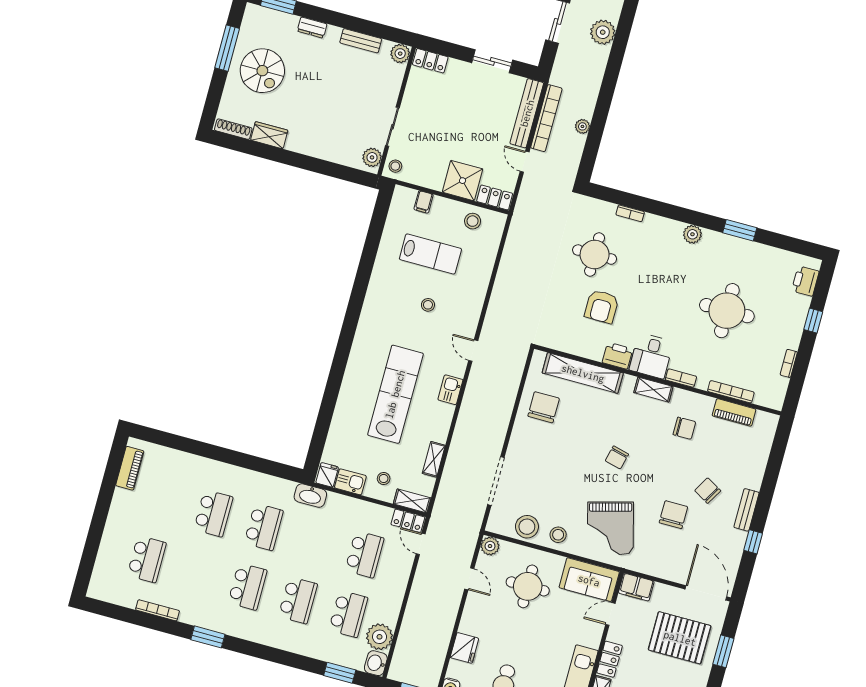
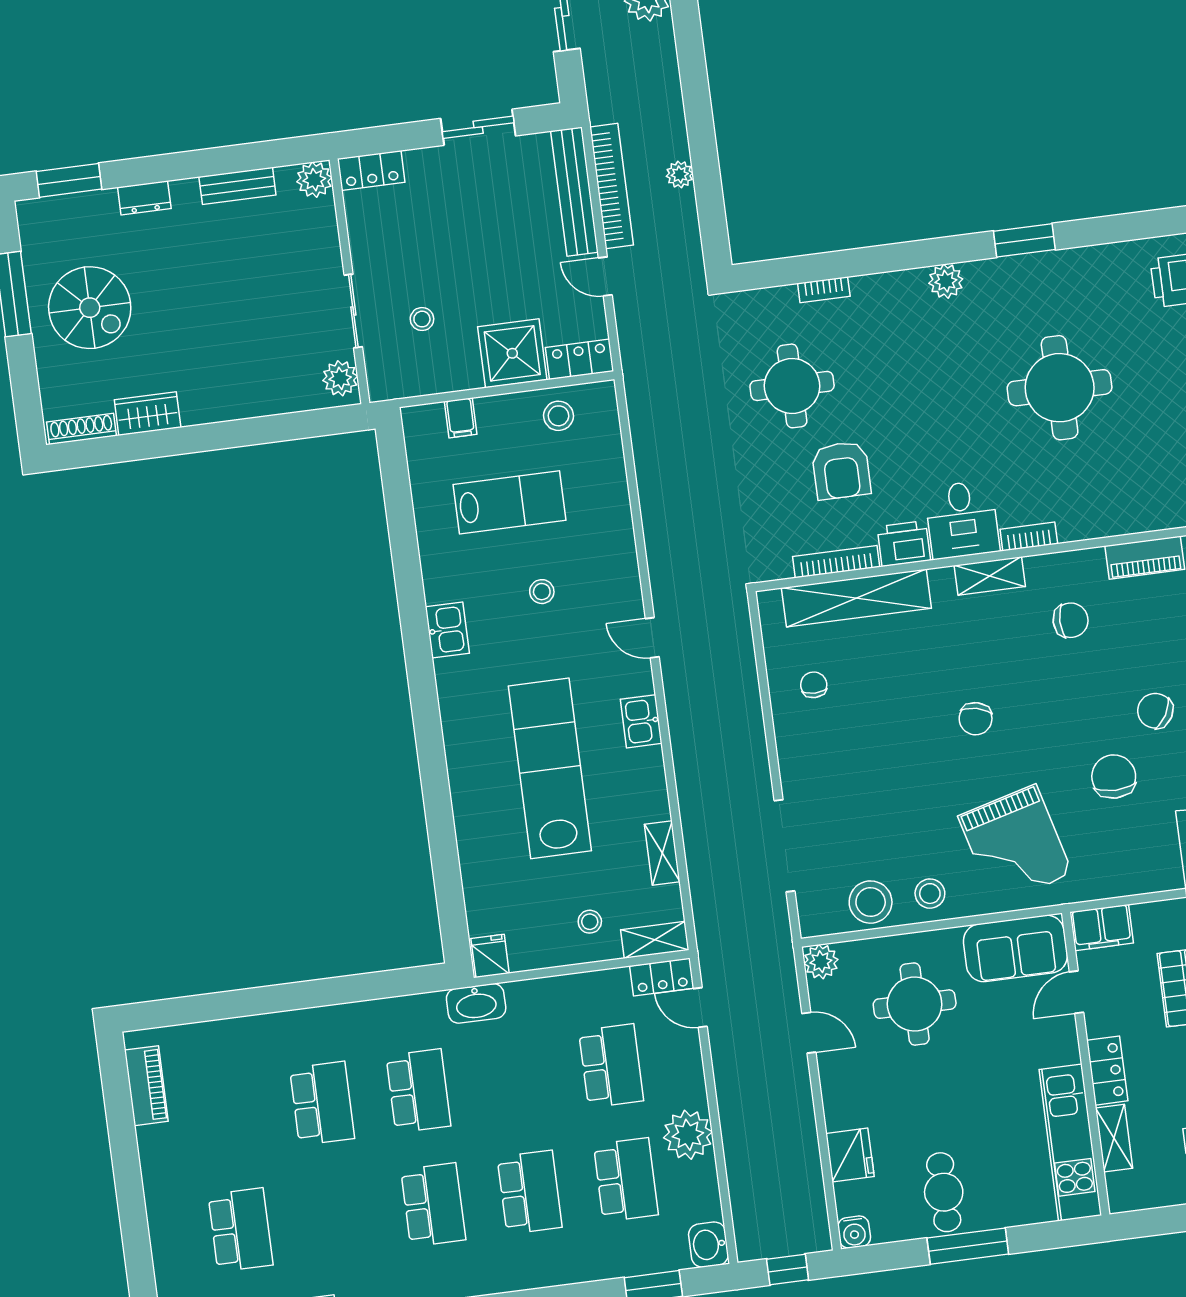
stool: (395, 166) -> (422, 319), moved
bookcase: (731, 392) -> (836, 562), moved
chair: (544, 407) -> (814, 685), width x0.54, depth x0.54
kitchen sink: (350, 482) -> (447, 630), moved, turned 90
plant: (380, 637) -> (688, 1135), moved

